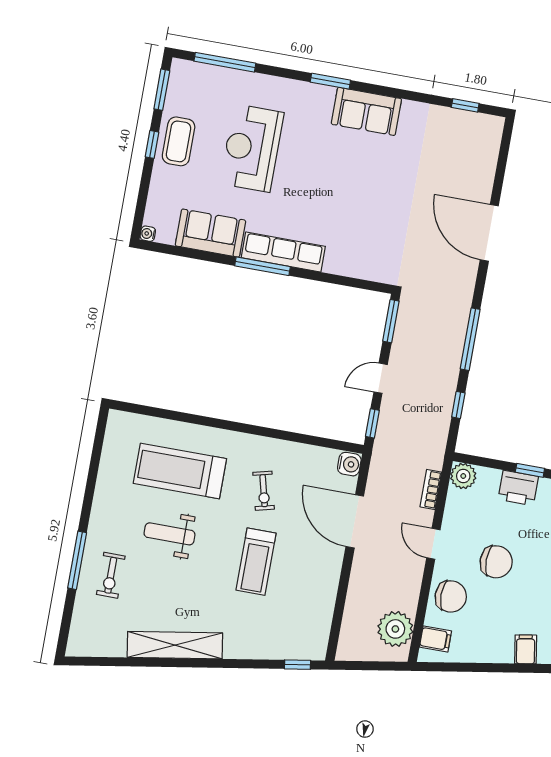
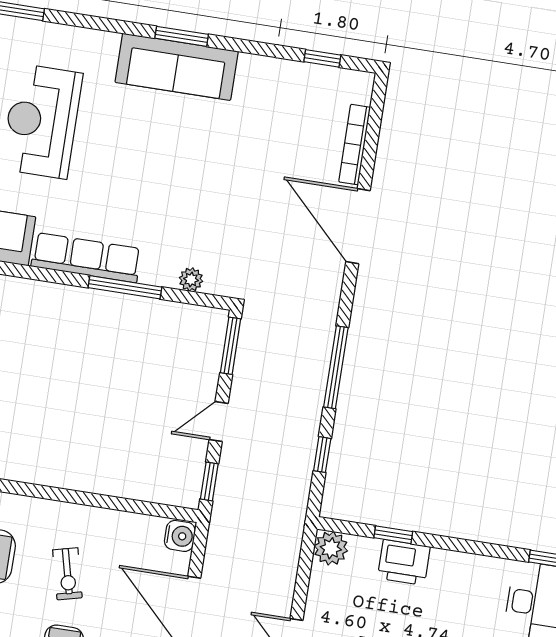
window: (330, 81) -> (182, 36), moved
sofa: (366, 111) -> (177, 67), width x1.36
window: (262, 266) -> (125, 287), moved
plant: (362, 270) -> (191, 279), added
window: (530, 470) -> (393, 535), moved
bookcase: (431, 489) -> (355, 145), moved, width x1.56

